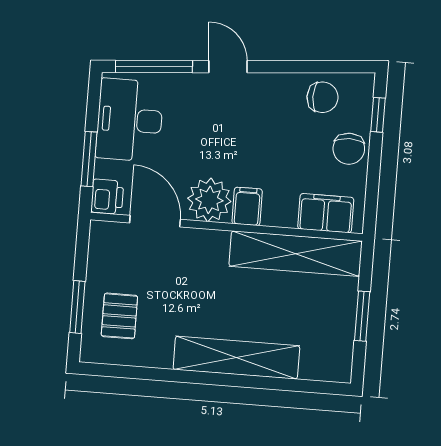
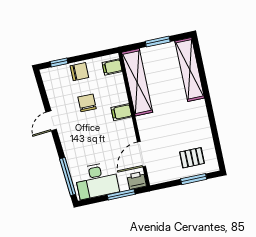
door: (228, 67) -> (51, 121), moved
chair: (322, 97) -> (87, 103), moved
plant: (209, 200) -> (124, 131), removed
filing cabinet: (326, 213) -> (112, 67), width x0.50
shelving: (236, 358) -> (190, 69), moved

